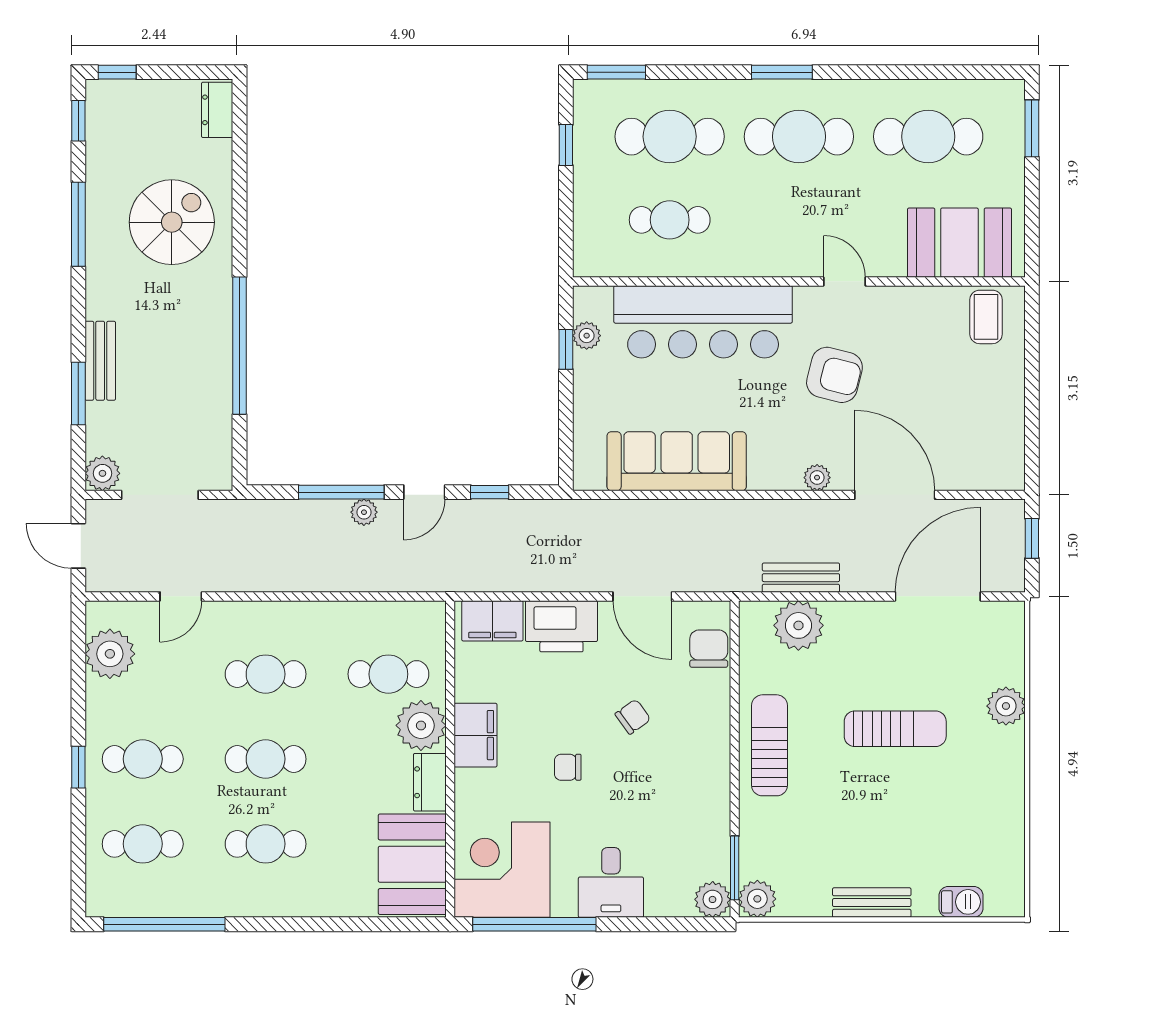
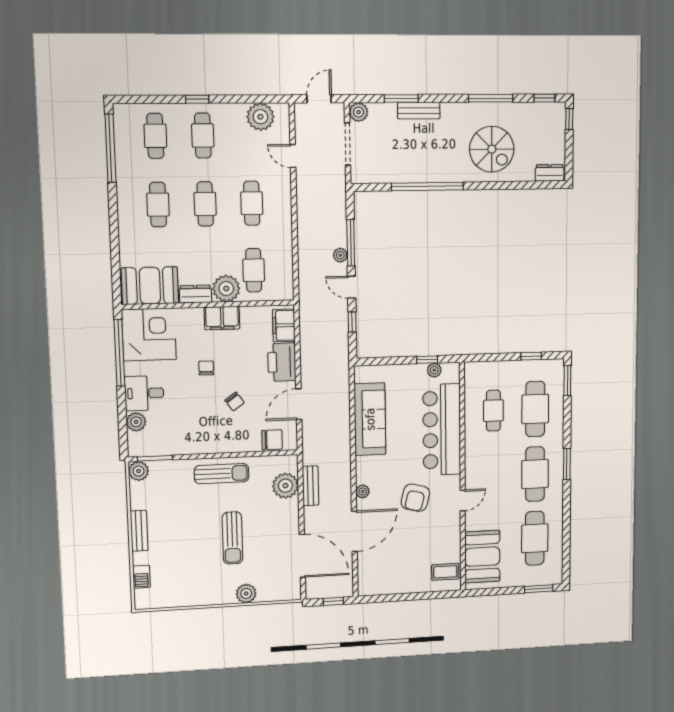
plant: (713, 899) -> (136, 422), moved

